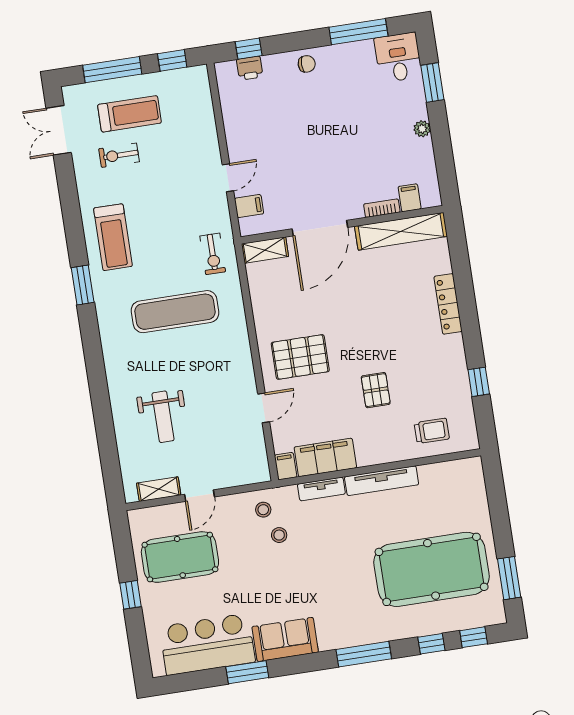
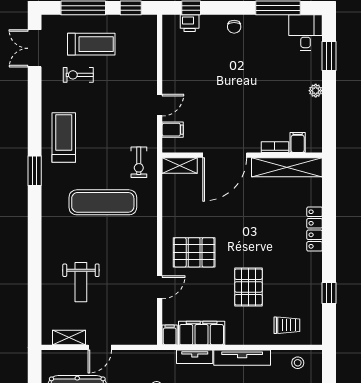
chair: (307, 64) -> (234, 27), turned 90
treadmill: (113, 237) -> (64, 137), turned 180
pallet: (376, 390) -> (248, 287), width x1.50, depth x1.42
stool: (263, 510) -> (298, 363), moved

